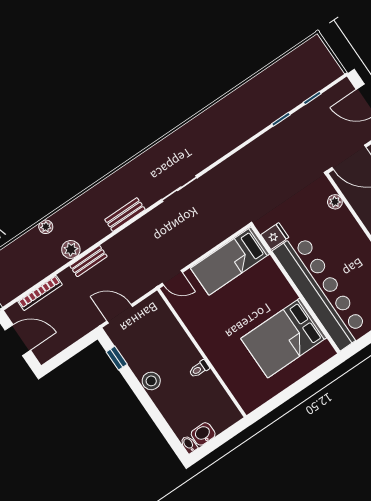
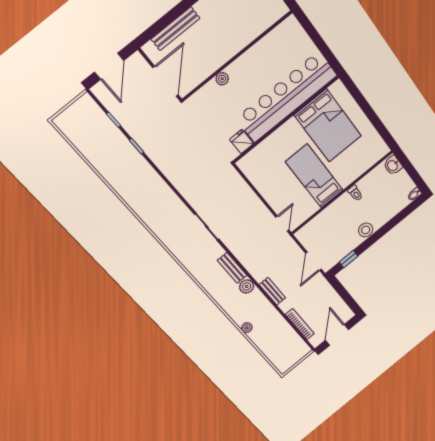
plant: (335, 202) -> (222, 79), moved
plant: (71, 249) -> (247, 286), moved
bed: (230, 261) -> (314, 176), moved, turned 180
washbasin: (203, 434) -> (393, 165), moved

